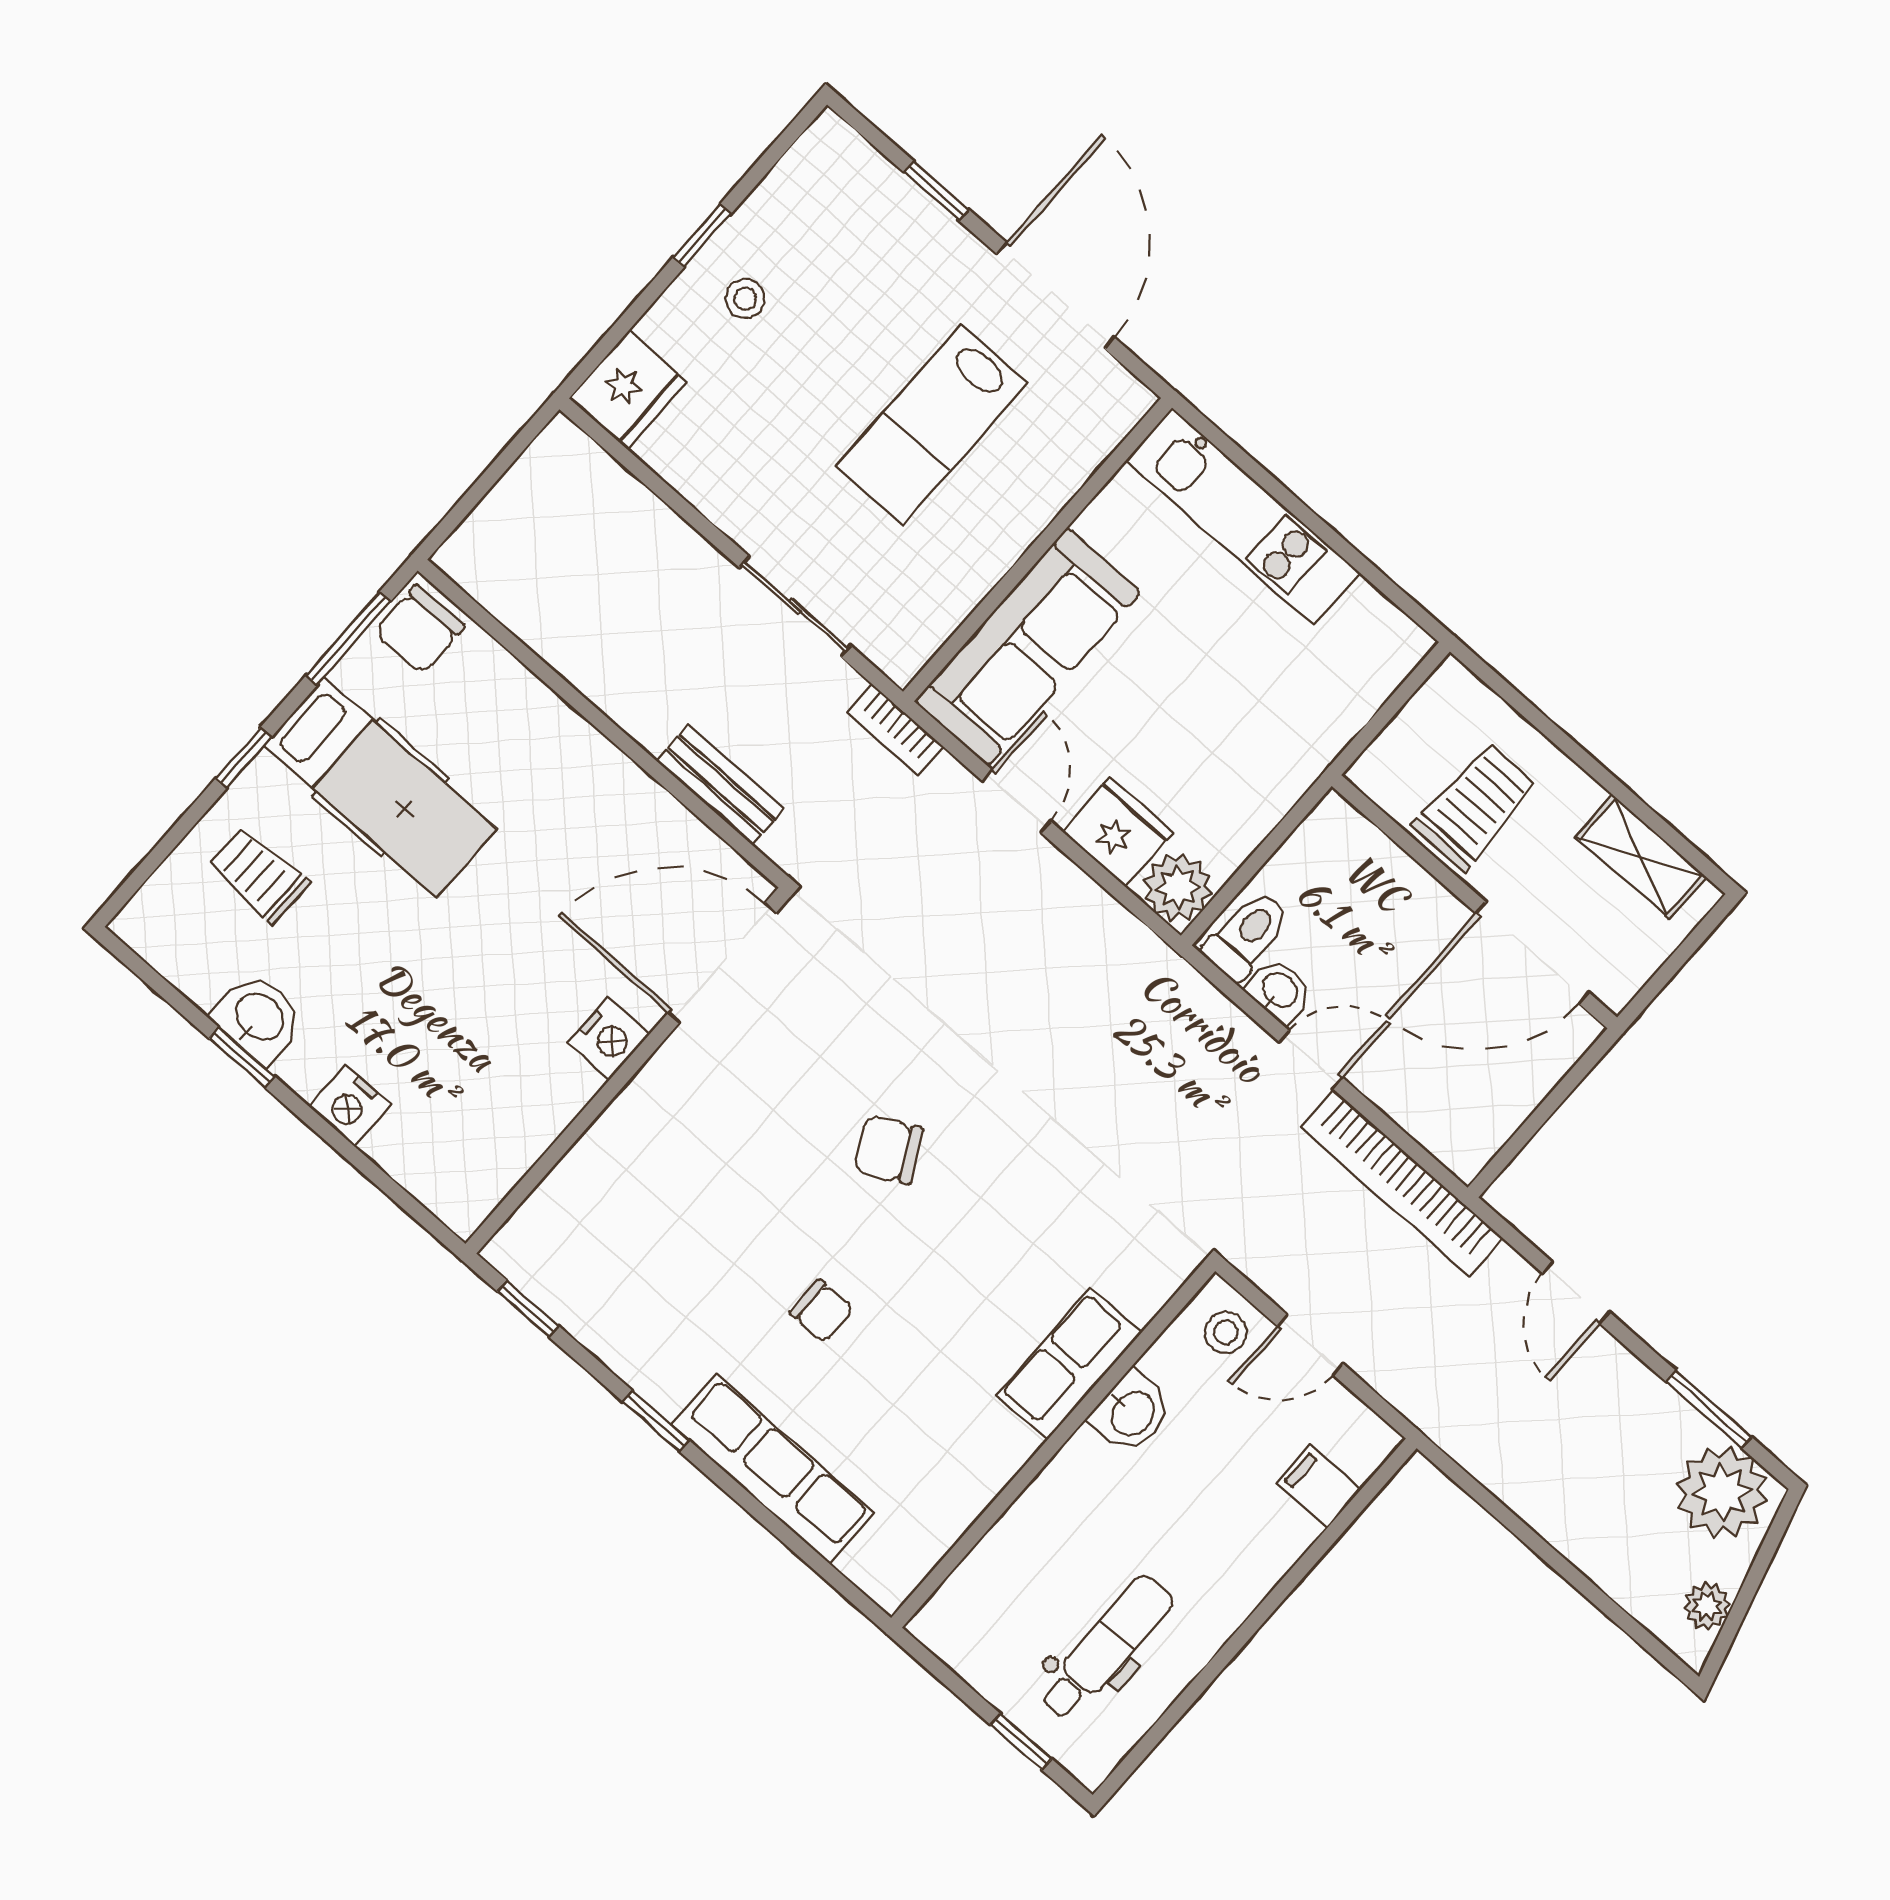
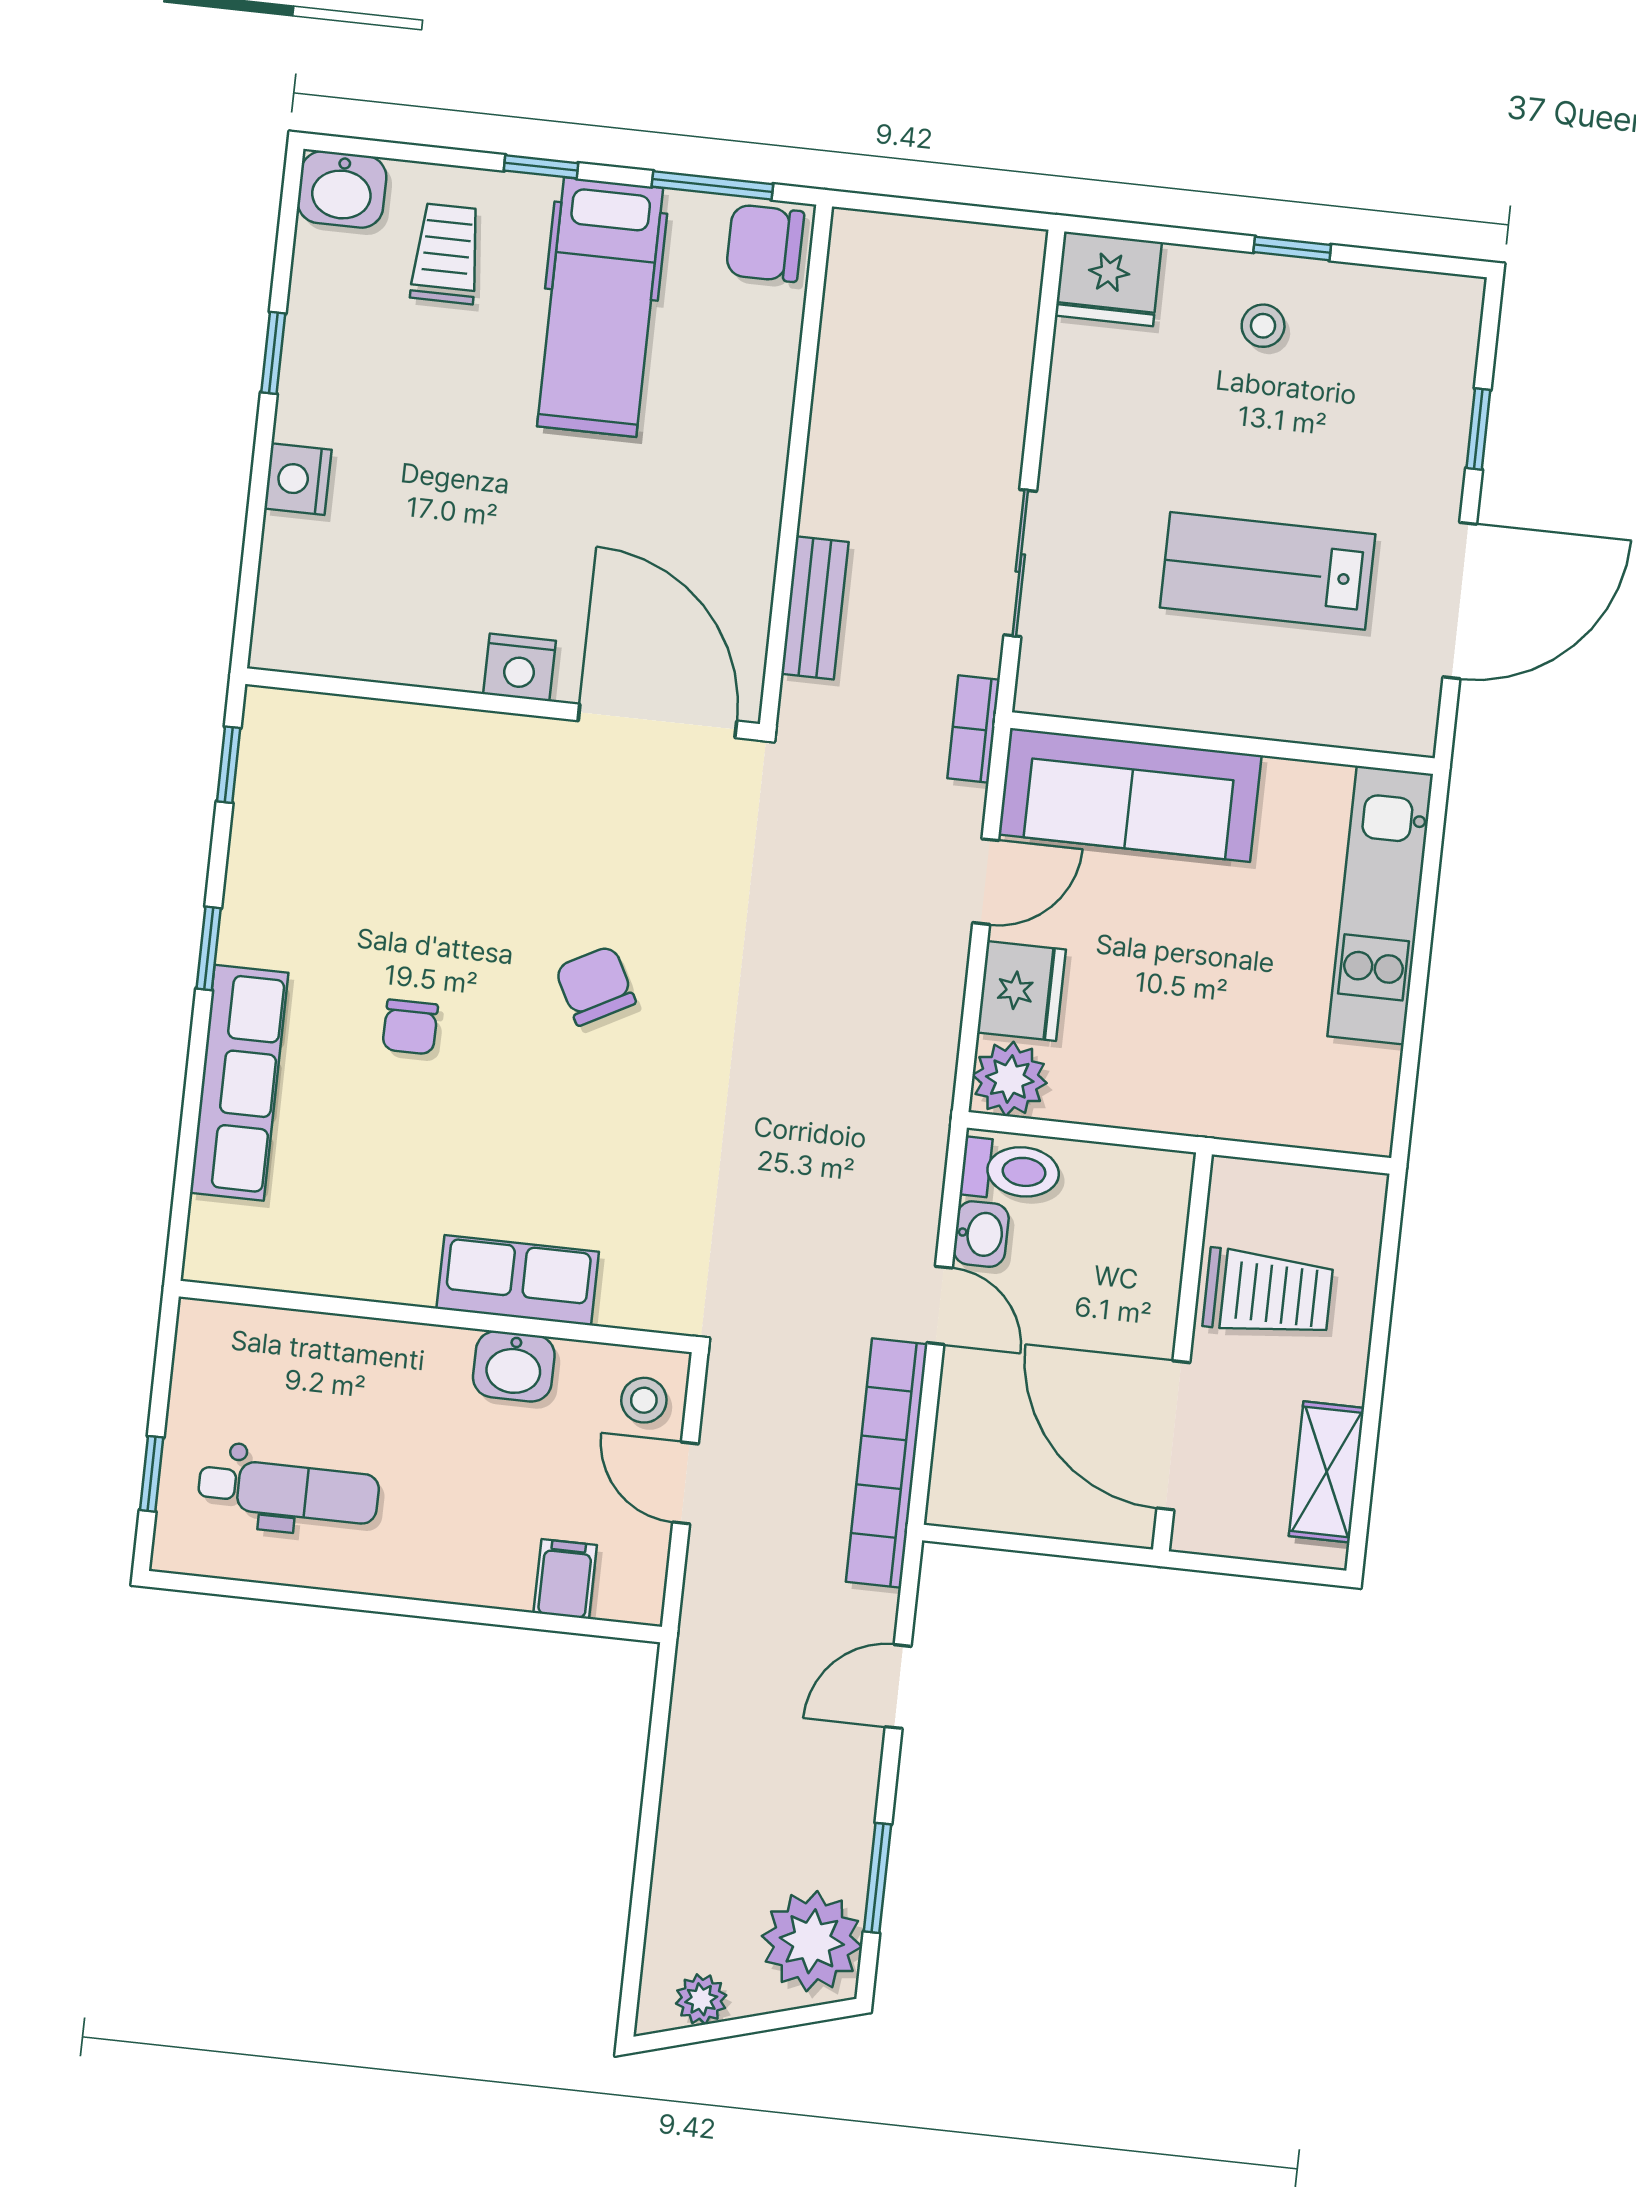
washbasin: (258, 1018) -> (342, 189), moved, turned 90

